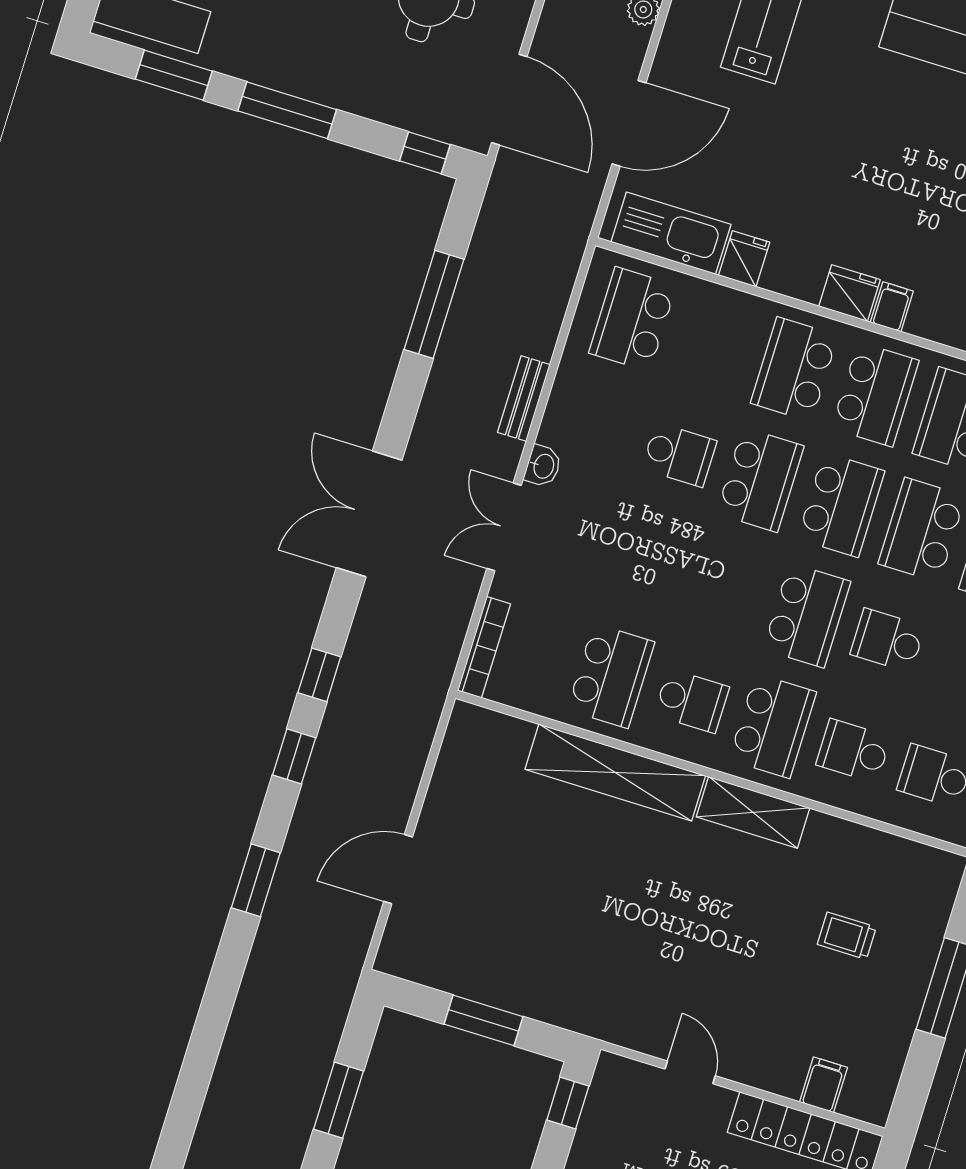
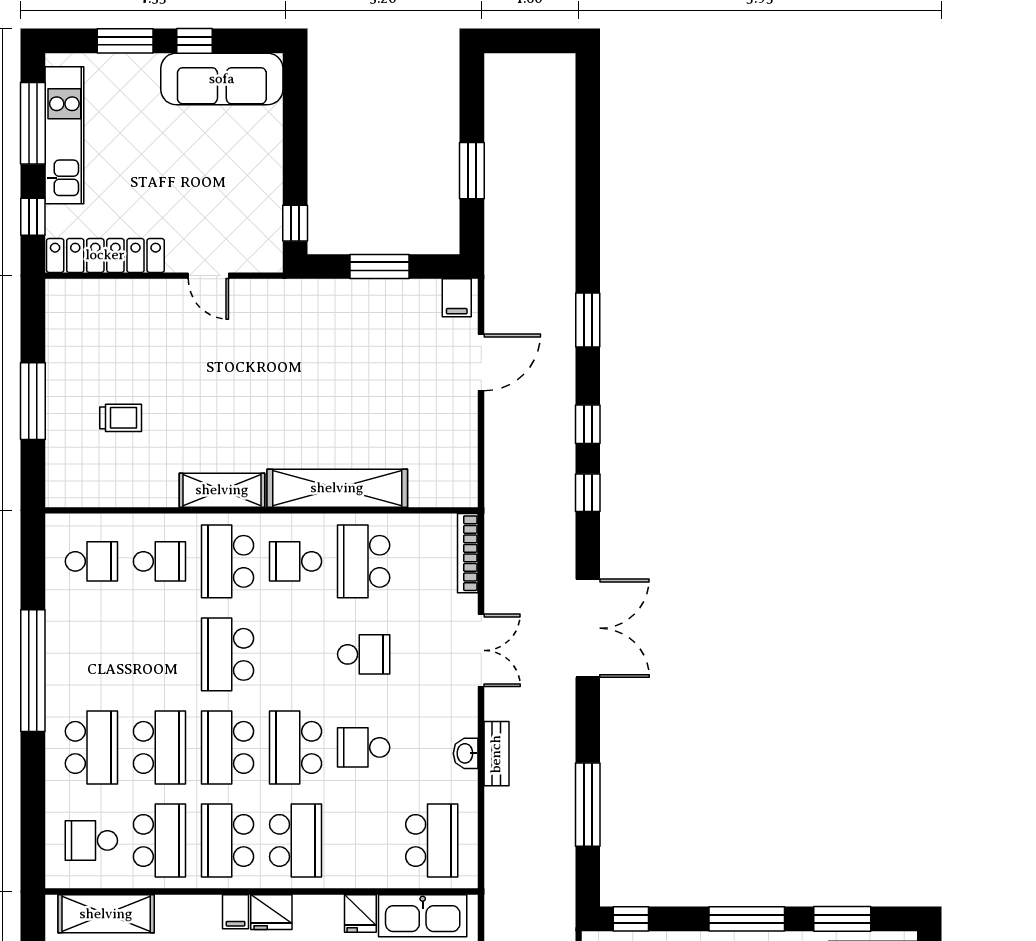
washbasin: (543, 466) -> (466, 753), moved
school desk: (888, 640) -> (364, 654), moved
filing cabinet: (823, 1085) -> (457, 298), moved

